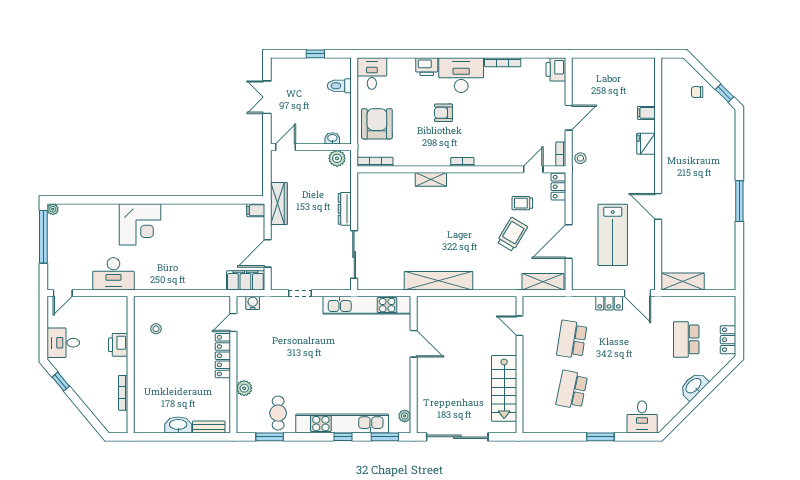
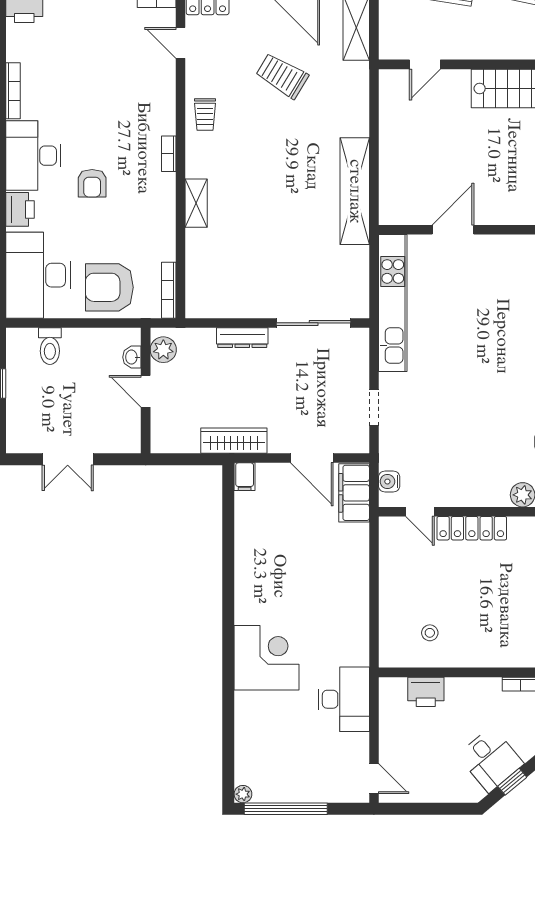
desk: (372, 74) -> (38, 275), width x1.87, depth x1.30
door: (286, 147) -> (146, 391), moved
trolley: (522, 203) -> (205, 114), moved
desk: (63, 343) -> (491, 759), moved, turned -40
printer: (118, 345) -> (426, 692), moved

